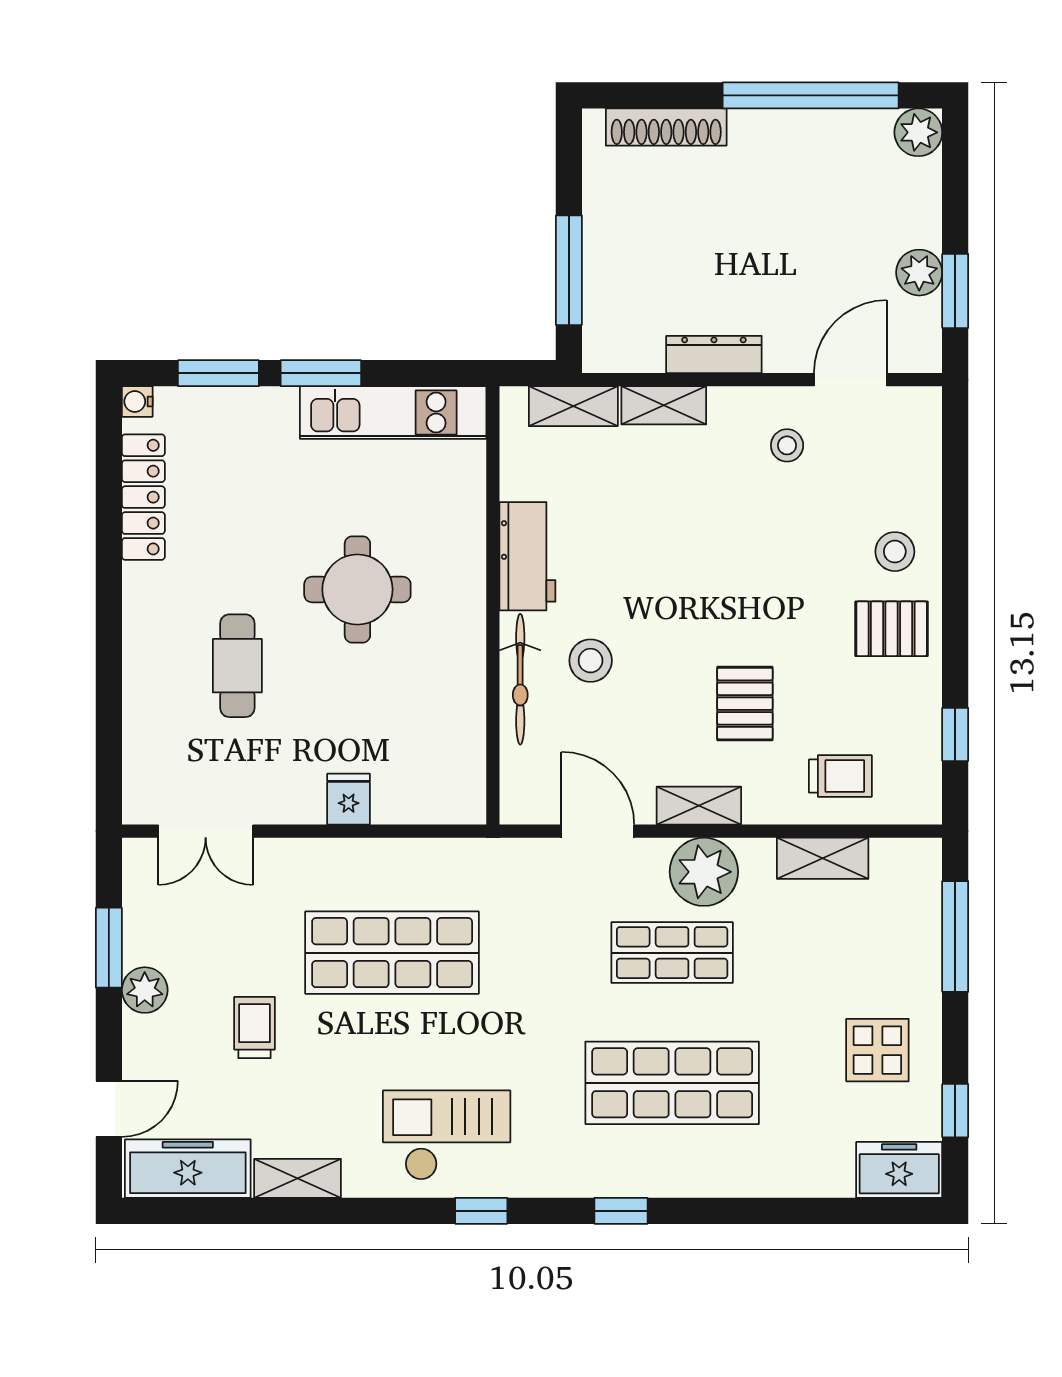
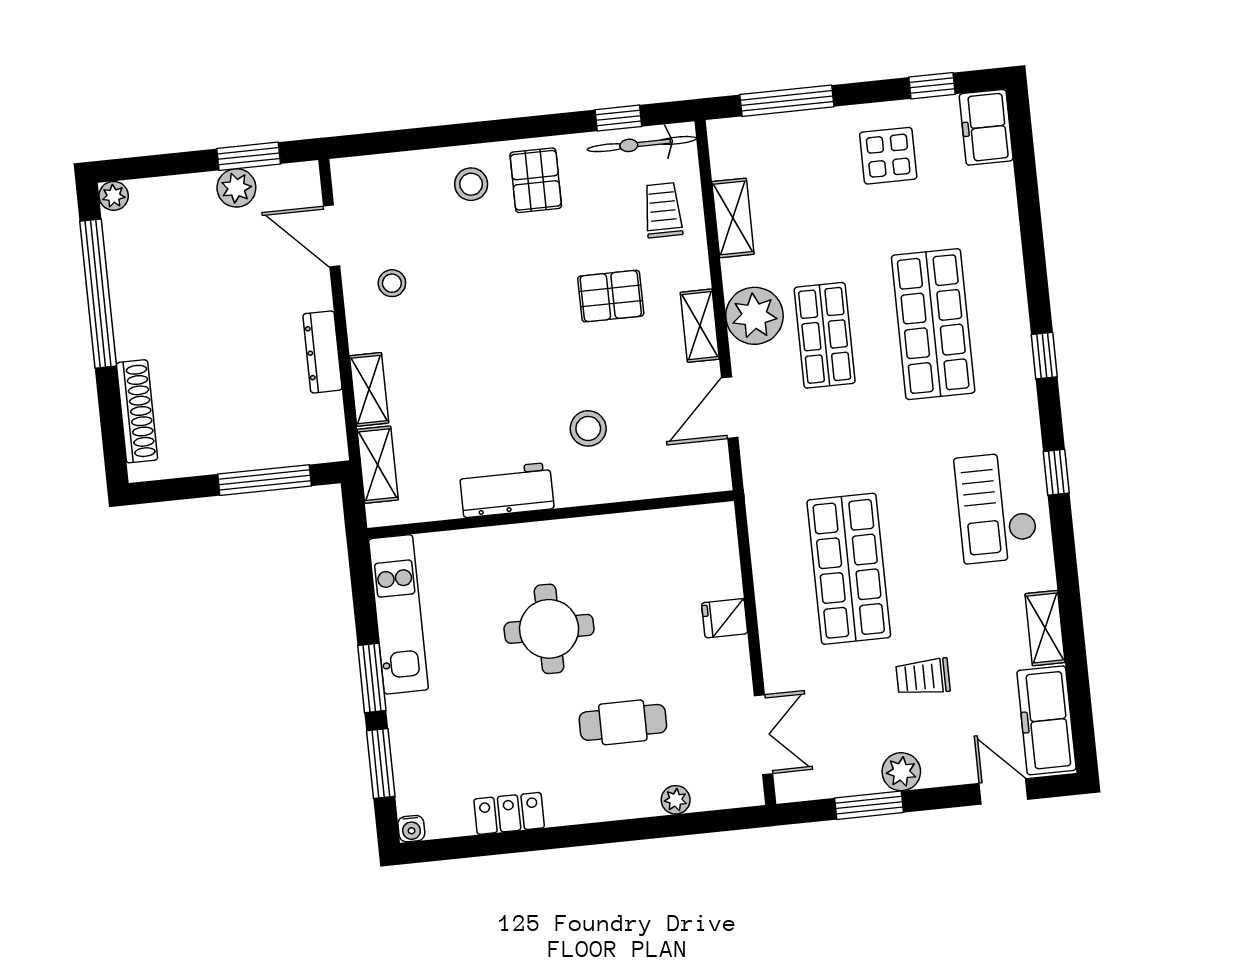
plant: (918, 132) -> (114, 196), width x0.73, depth x0.73
locker: (143, 497) -> (509, 813), width x0.66
bicycle: (520, 679) -> (642, 144), moved, turned 180
plant: (139, 719) -> (676, 800), added

